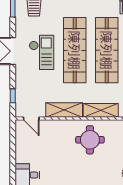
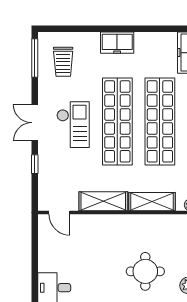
window: (13, 96) -> (35, 164), moved
round table: (90, 140) -> (145, 271), moved

